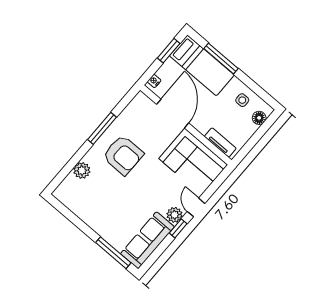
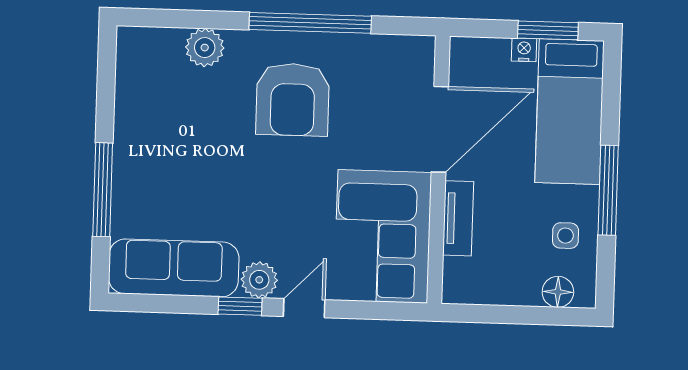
window: (221, 59) -> (608, 190), moved
nightstand: (154, 81) -> (524, 50), moved
window: (102, 128) -> (310, 23), width x1.46
tv unit: (220, 142) -> (458, 218), moved
window: (113, 253) -> (103, 190), moved

